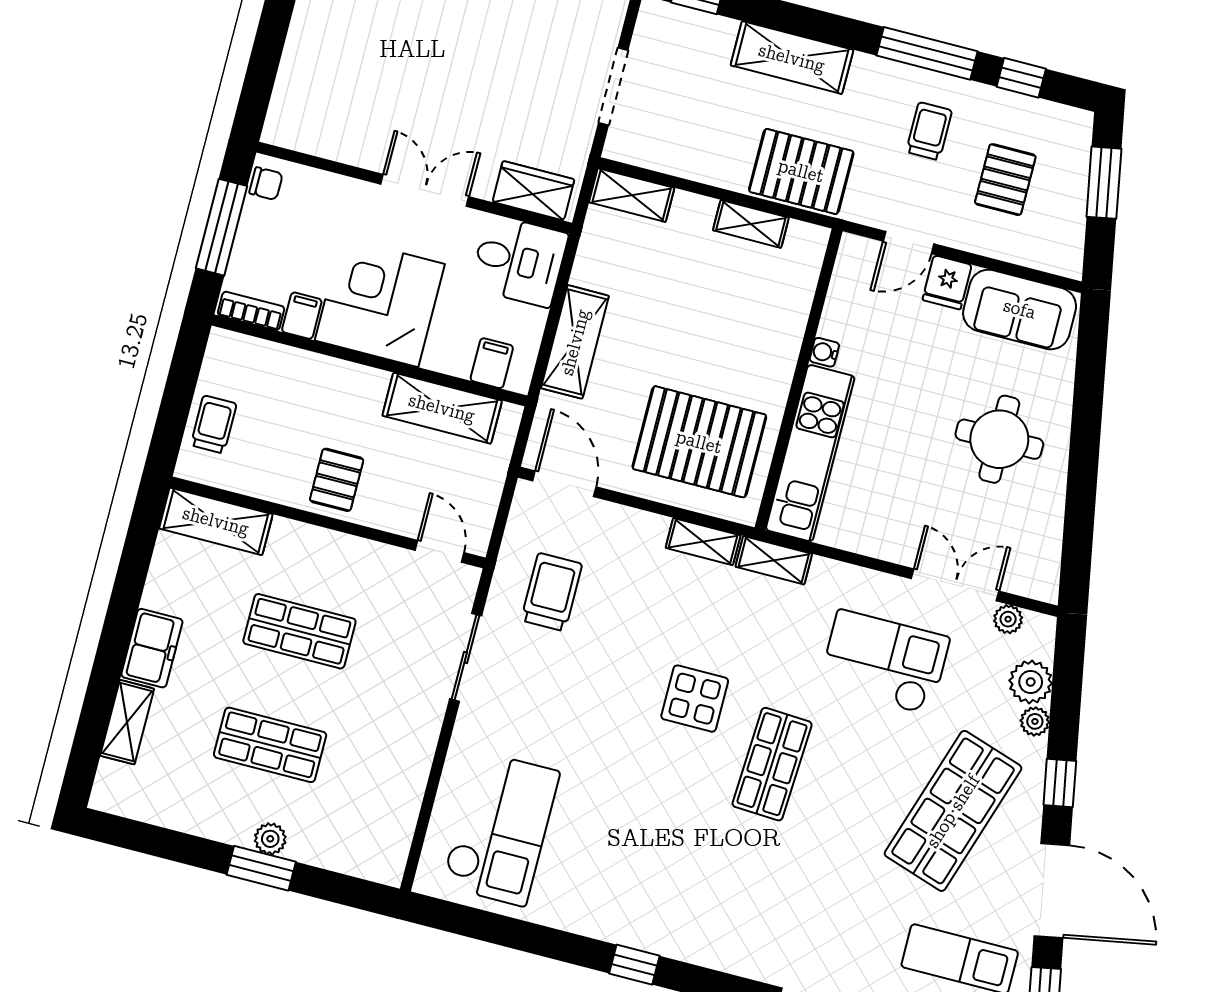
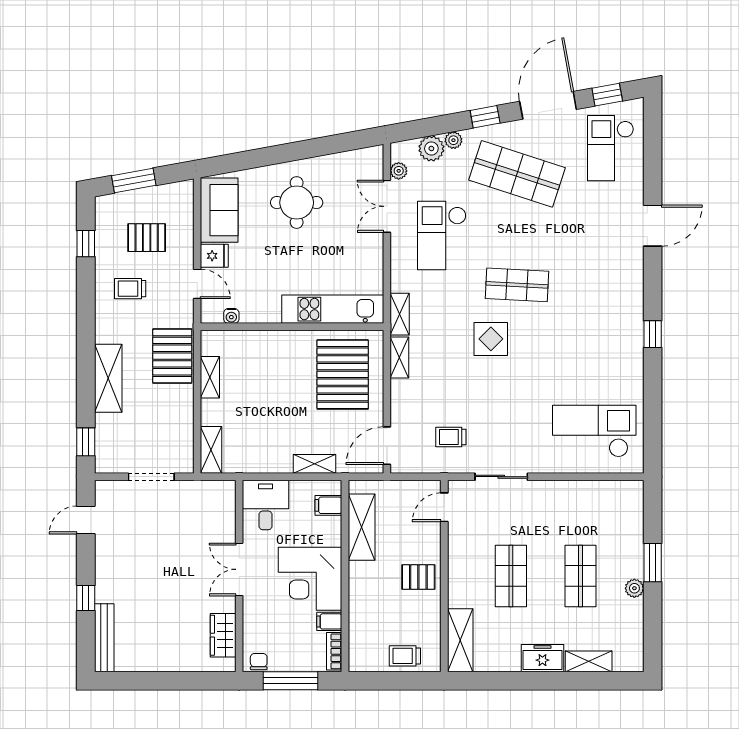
window: (927, 53) -> (86, 301), removed
wardrobe: (533, 191) -> (223, 635), moved
shelving: (575, 342) -> (314, 464), width x0.67, depth x0.75
water cooler: (824, 352) -> (231, 316), moved
trolley: (552, 592) -> (451, 437), width x0.73, depth x0.72
plant: (270, 839) -> (634, 588), moved

